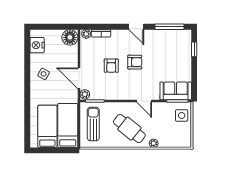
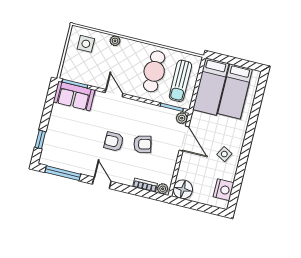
armchair: (111, 66) -> (142, 144), turned 77
side table: (182, 116) -> (86, 44), moved
cafe table: (129, 129) -> (154, 71), moved, turned 51

